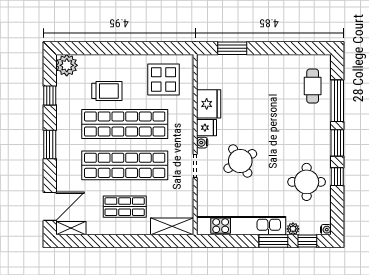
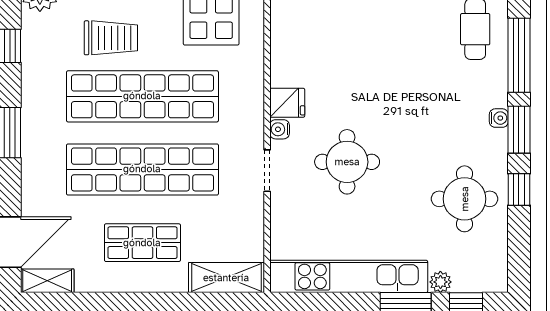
fridge: (209, 104) -> (291, 61), removed
round table: (240, 161) -> (347, 162), turned 31
water cooler: (326, 230) -> (499, 118), moved

